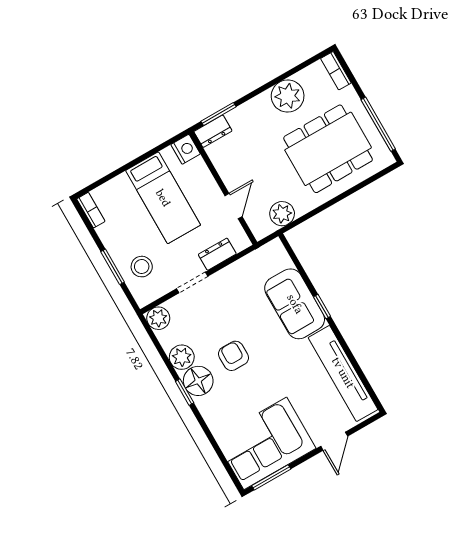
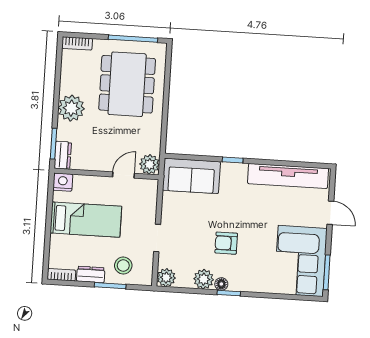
plant: (288, 96) -> (71, 108), moved
door: (234, 206) -> (124, 175), hinge flipped
plant: (282, 214) -> (150, 164), moved
dresser: (217, 254) -> (91, 274), moved, turned 90
sofa: (295, 304) -> (191, 176), moved
floor lamp: (198, 381) -> (221, 284), width x0.53, depth x0.53

